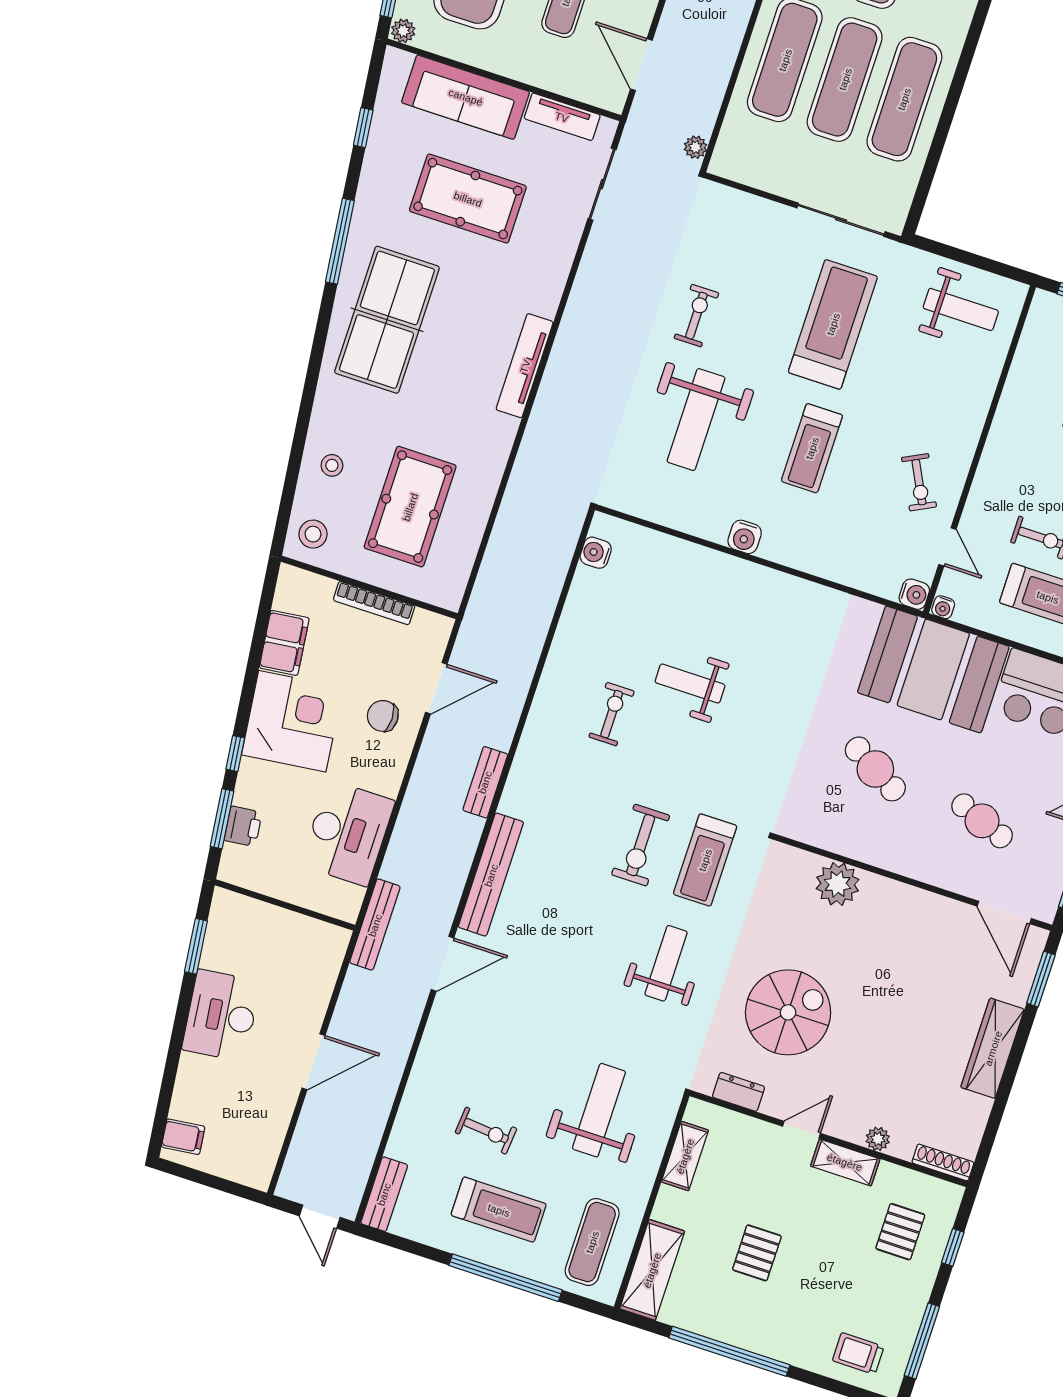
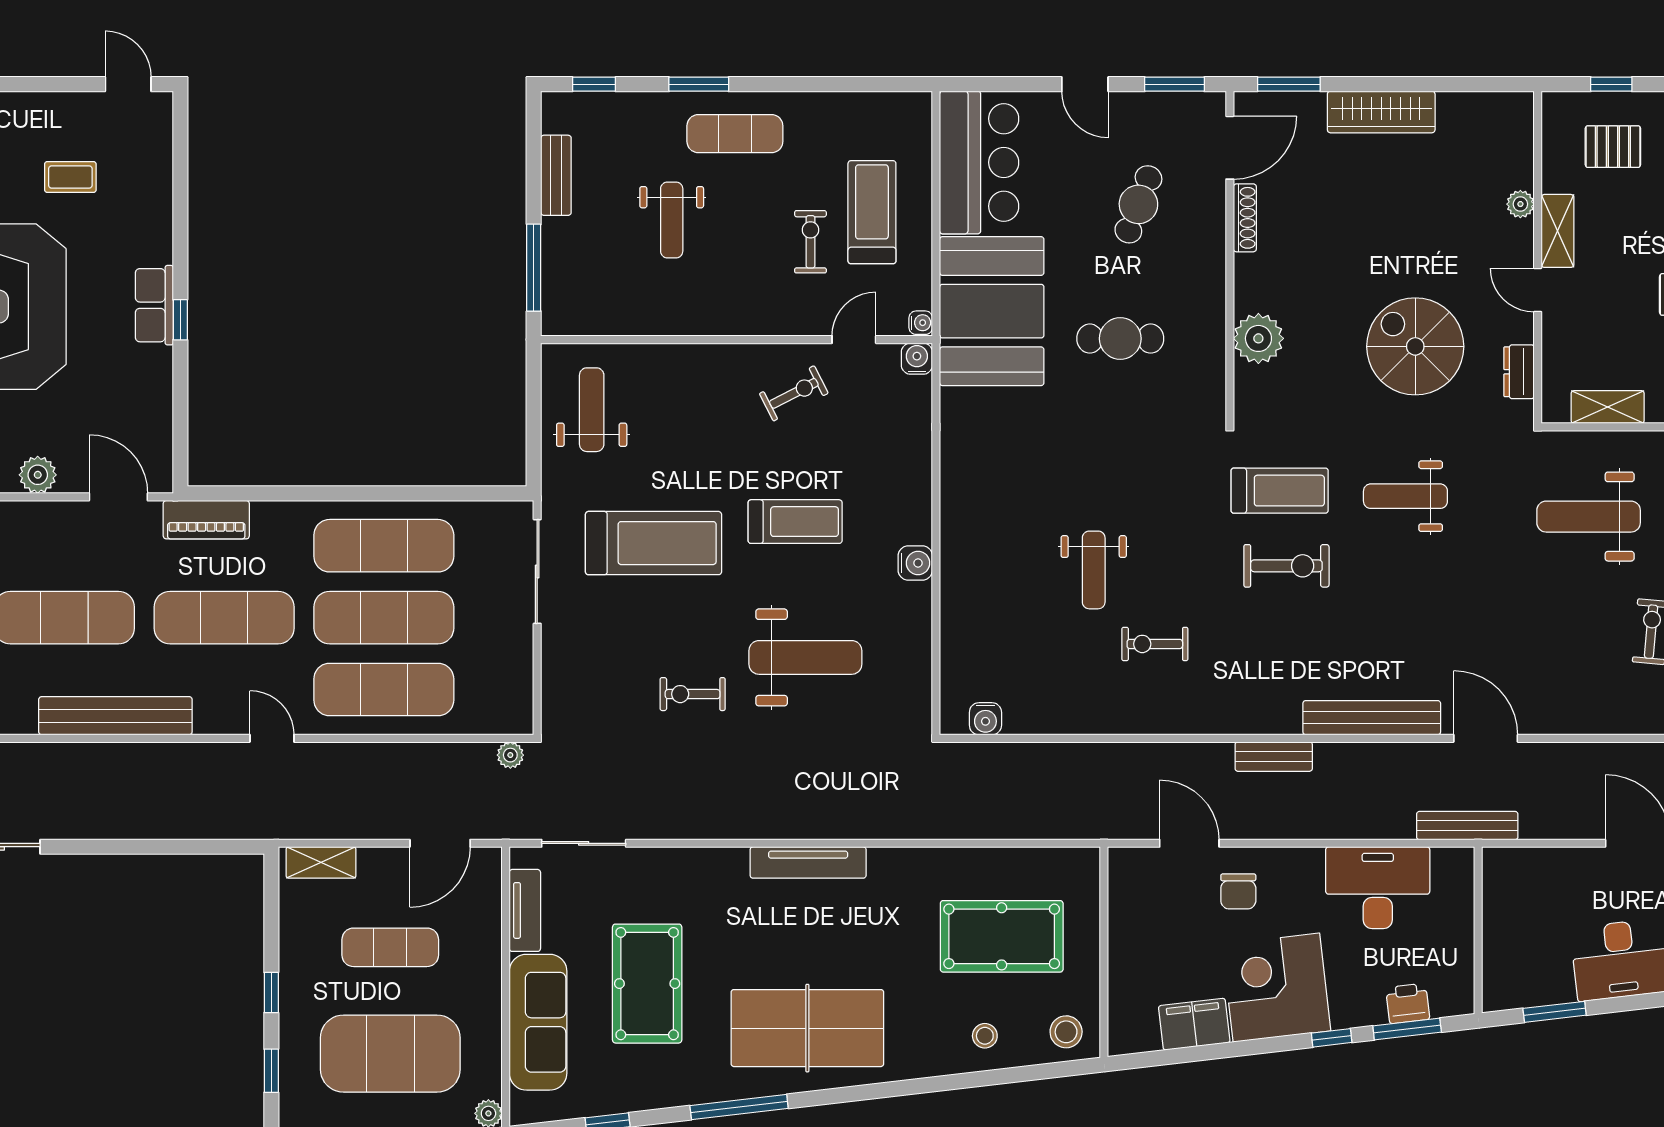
treadmill: (833, 324) -> (653, 543), turned 180
bookcase: (374, 603) -> (1119, 941), removed
cafe table: (875, 769) -> (1120, 339), turned 60
shoe rack: (943, 1162) -> (1245, 218), moved, turned 180

